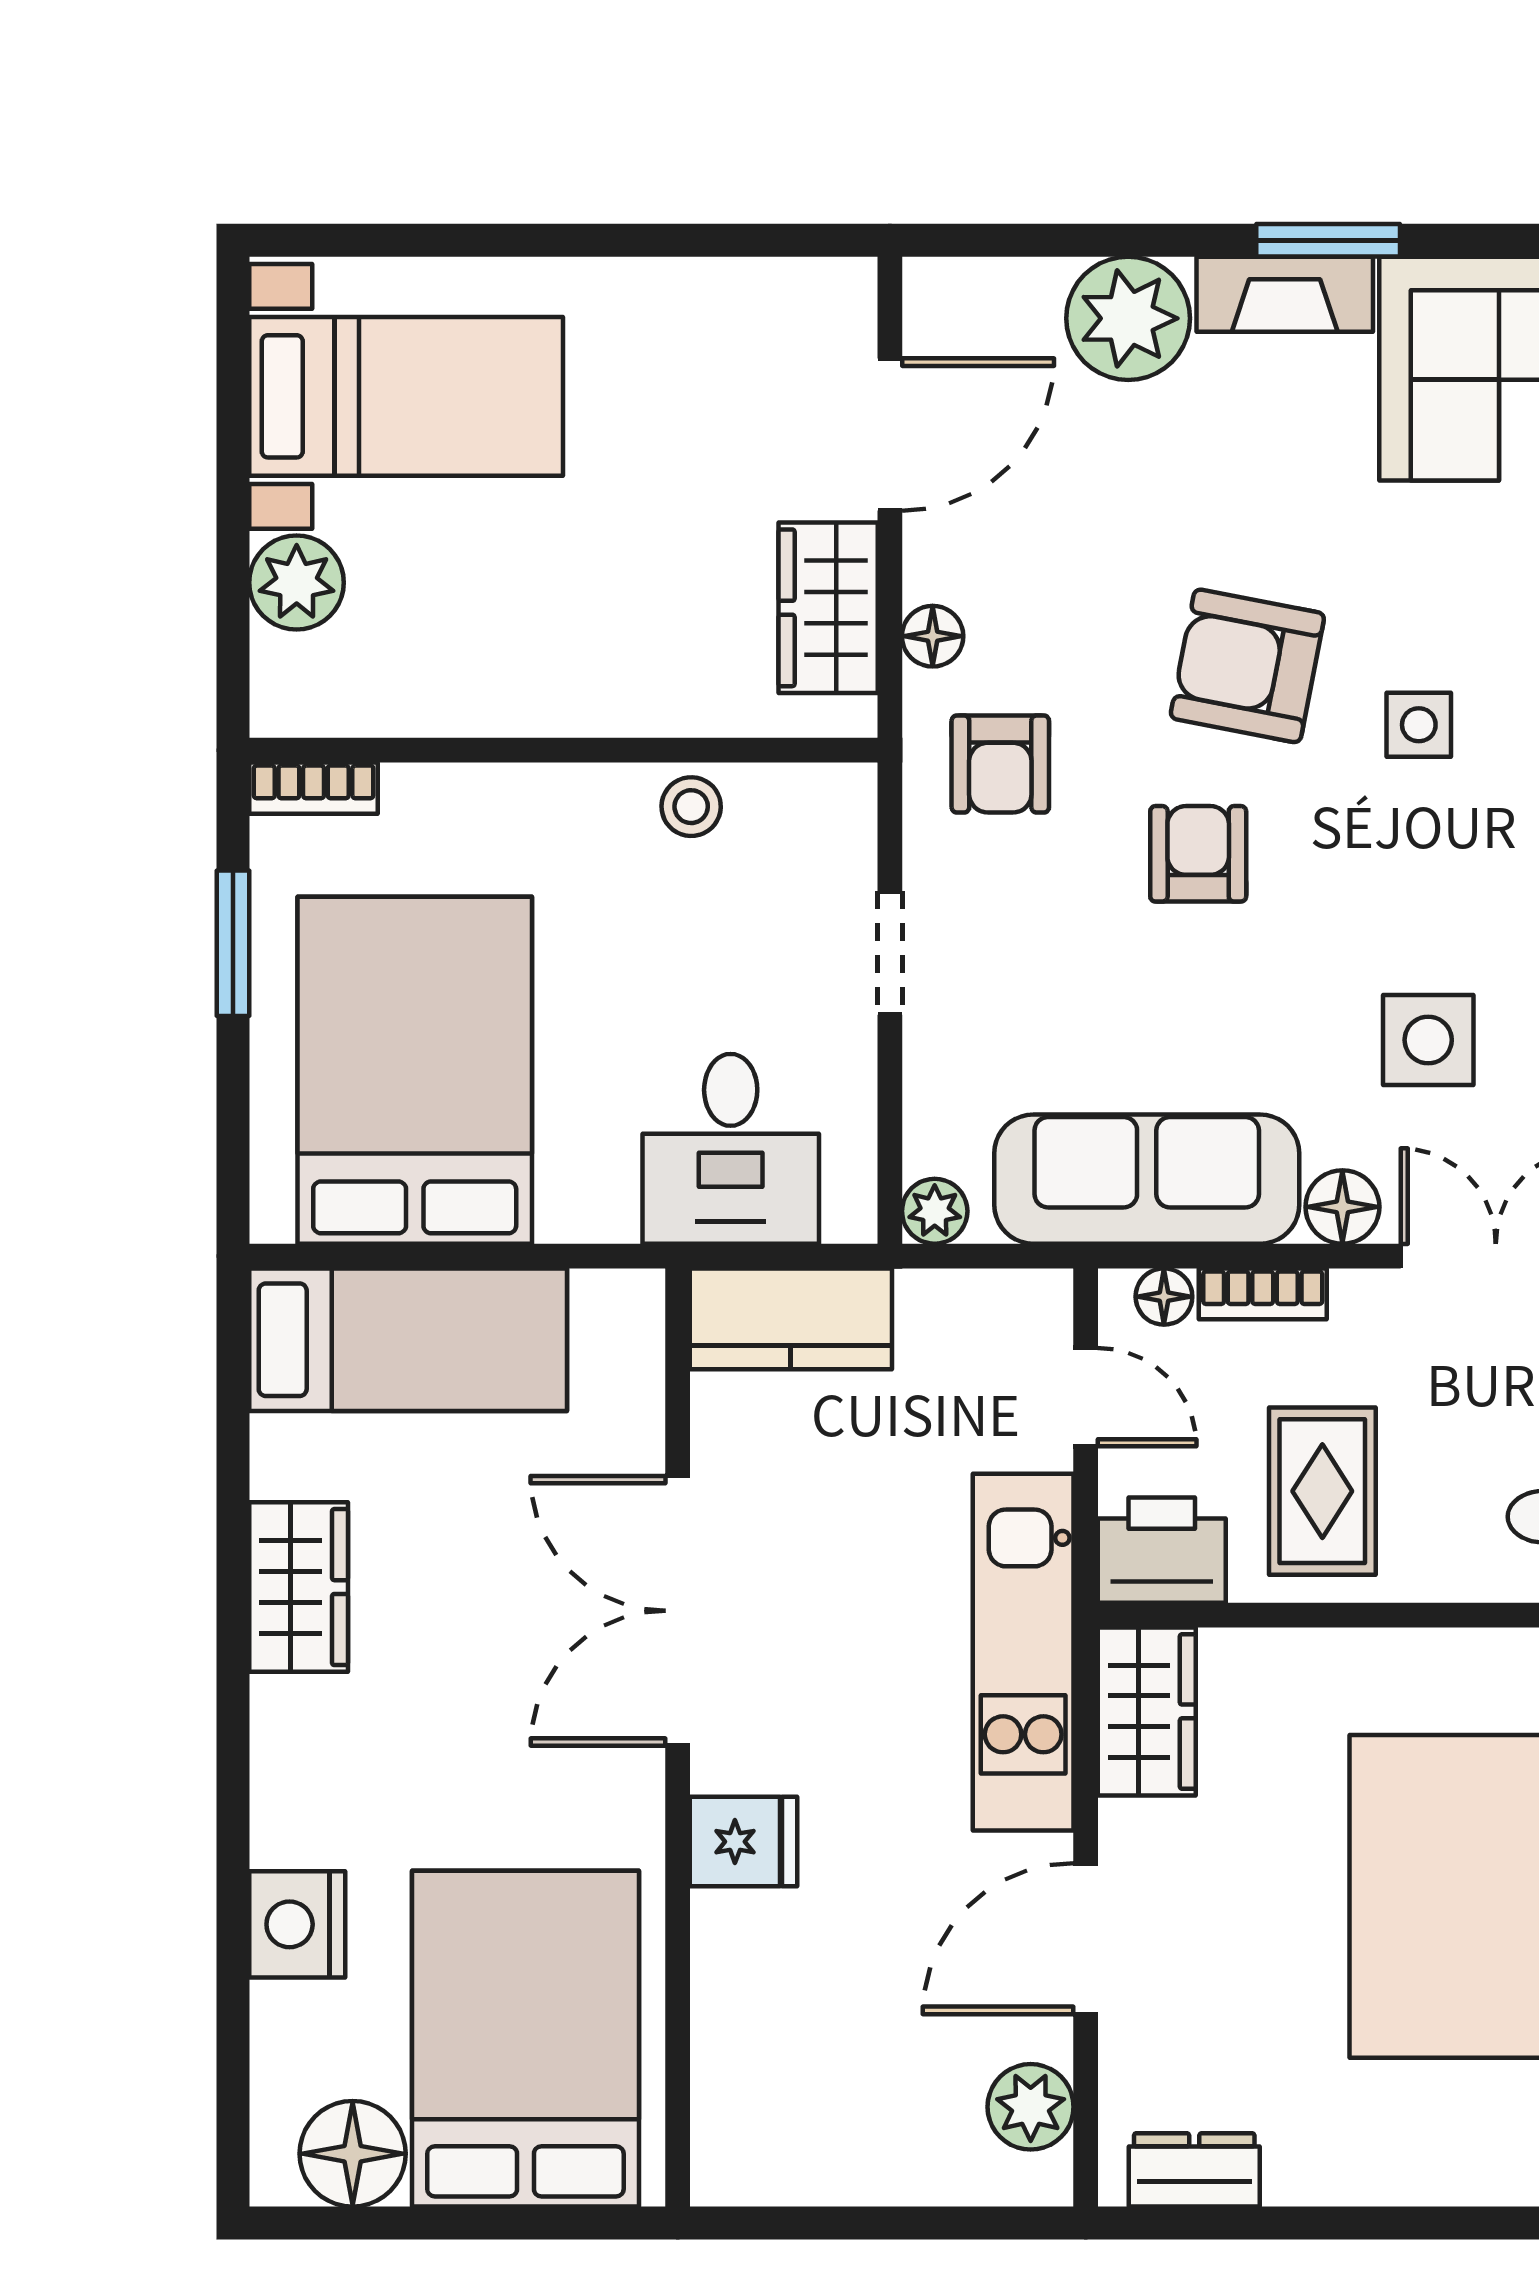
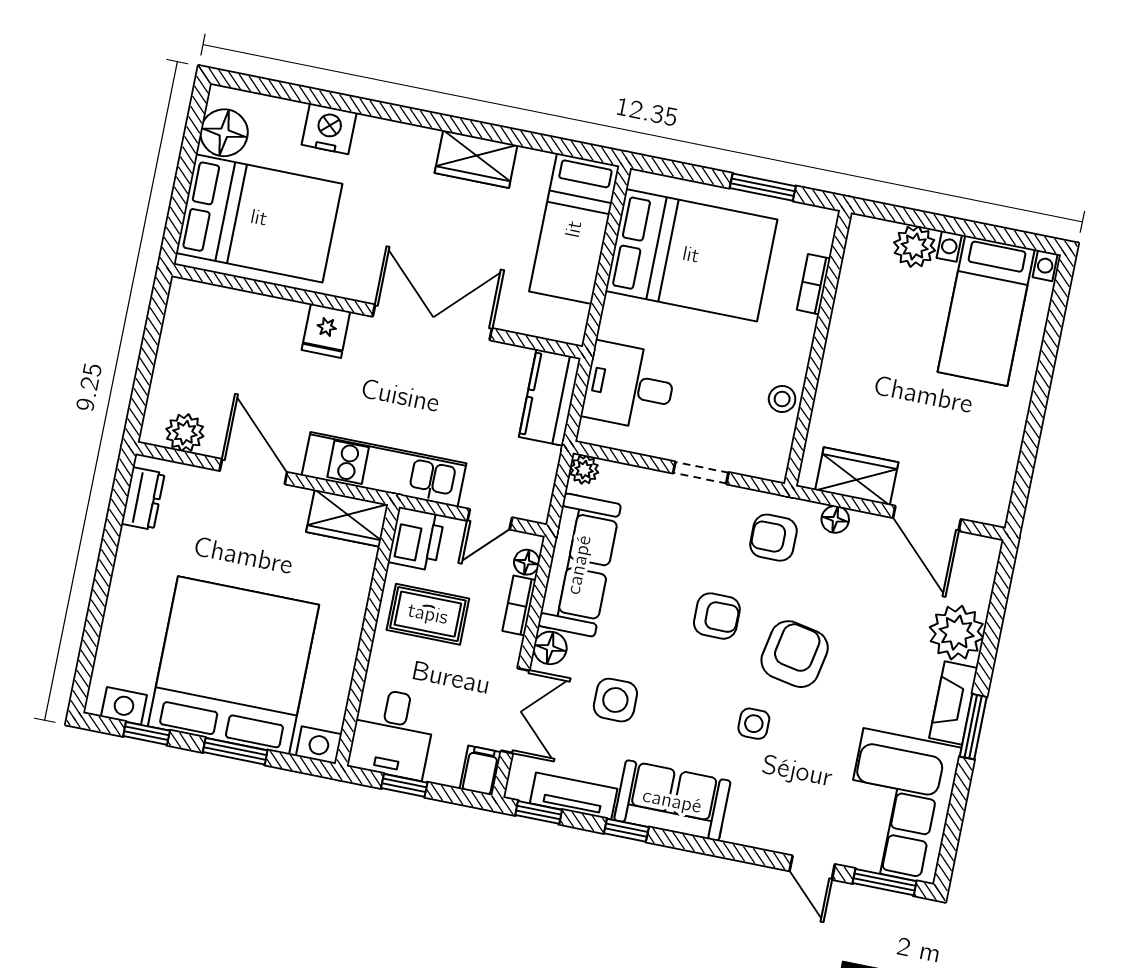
bookcase: (314, 788) -> (814, 284), moved

